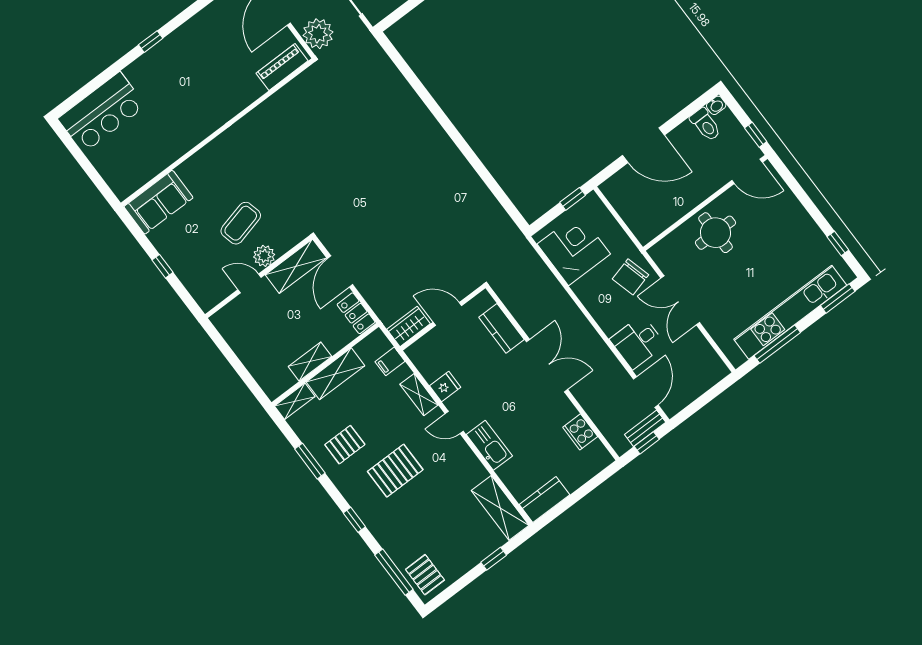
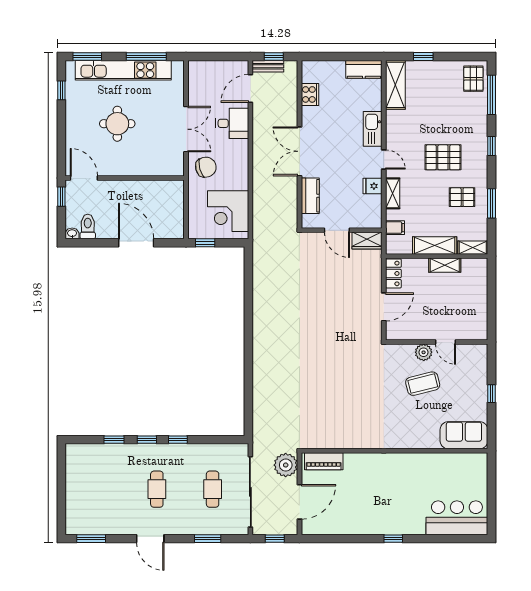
round table: (715, 233) -> (117, 124), moved
shelving: (296, 266) -> (409, 331), removed

